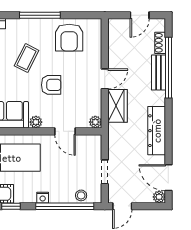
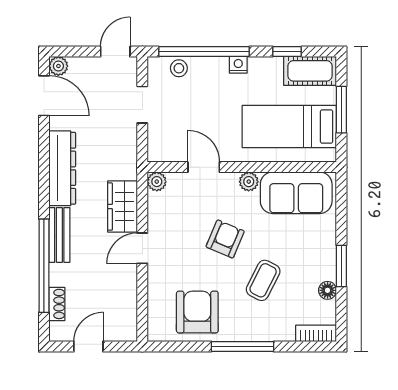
bench: (158, 73) -> (59, 235), moved
armchair: (51, 85) -> (225, 239), turned 113

